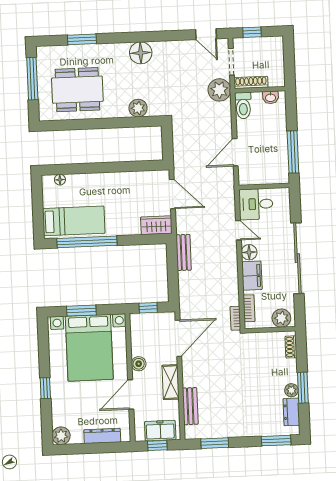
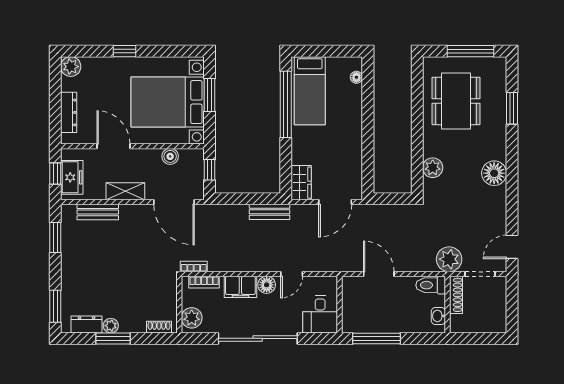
window: (252, 32) -> (512, 298), removed
desk: (256, 204) -> (320, 315), moved, turned 180
boiler: (139, 364) -> (170, 156), moved

